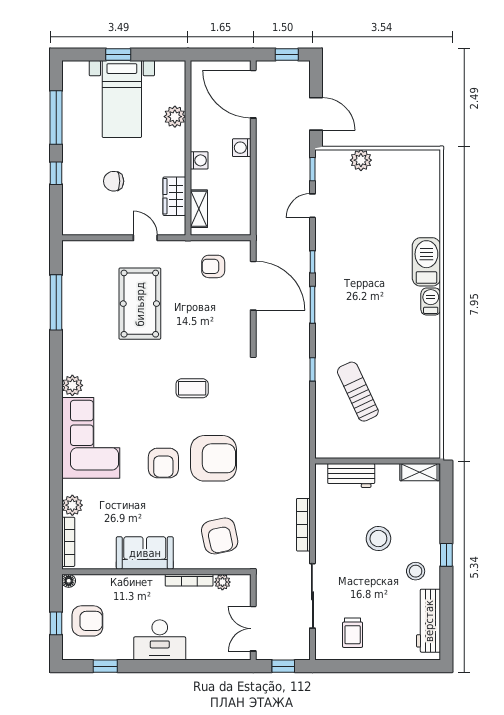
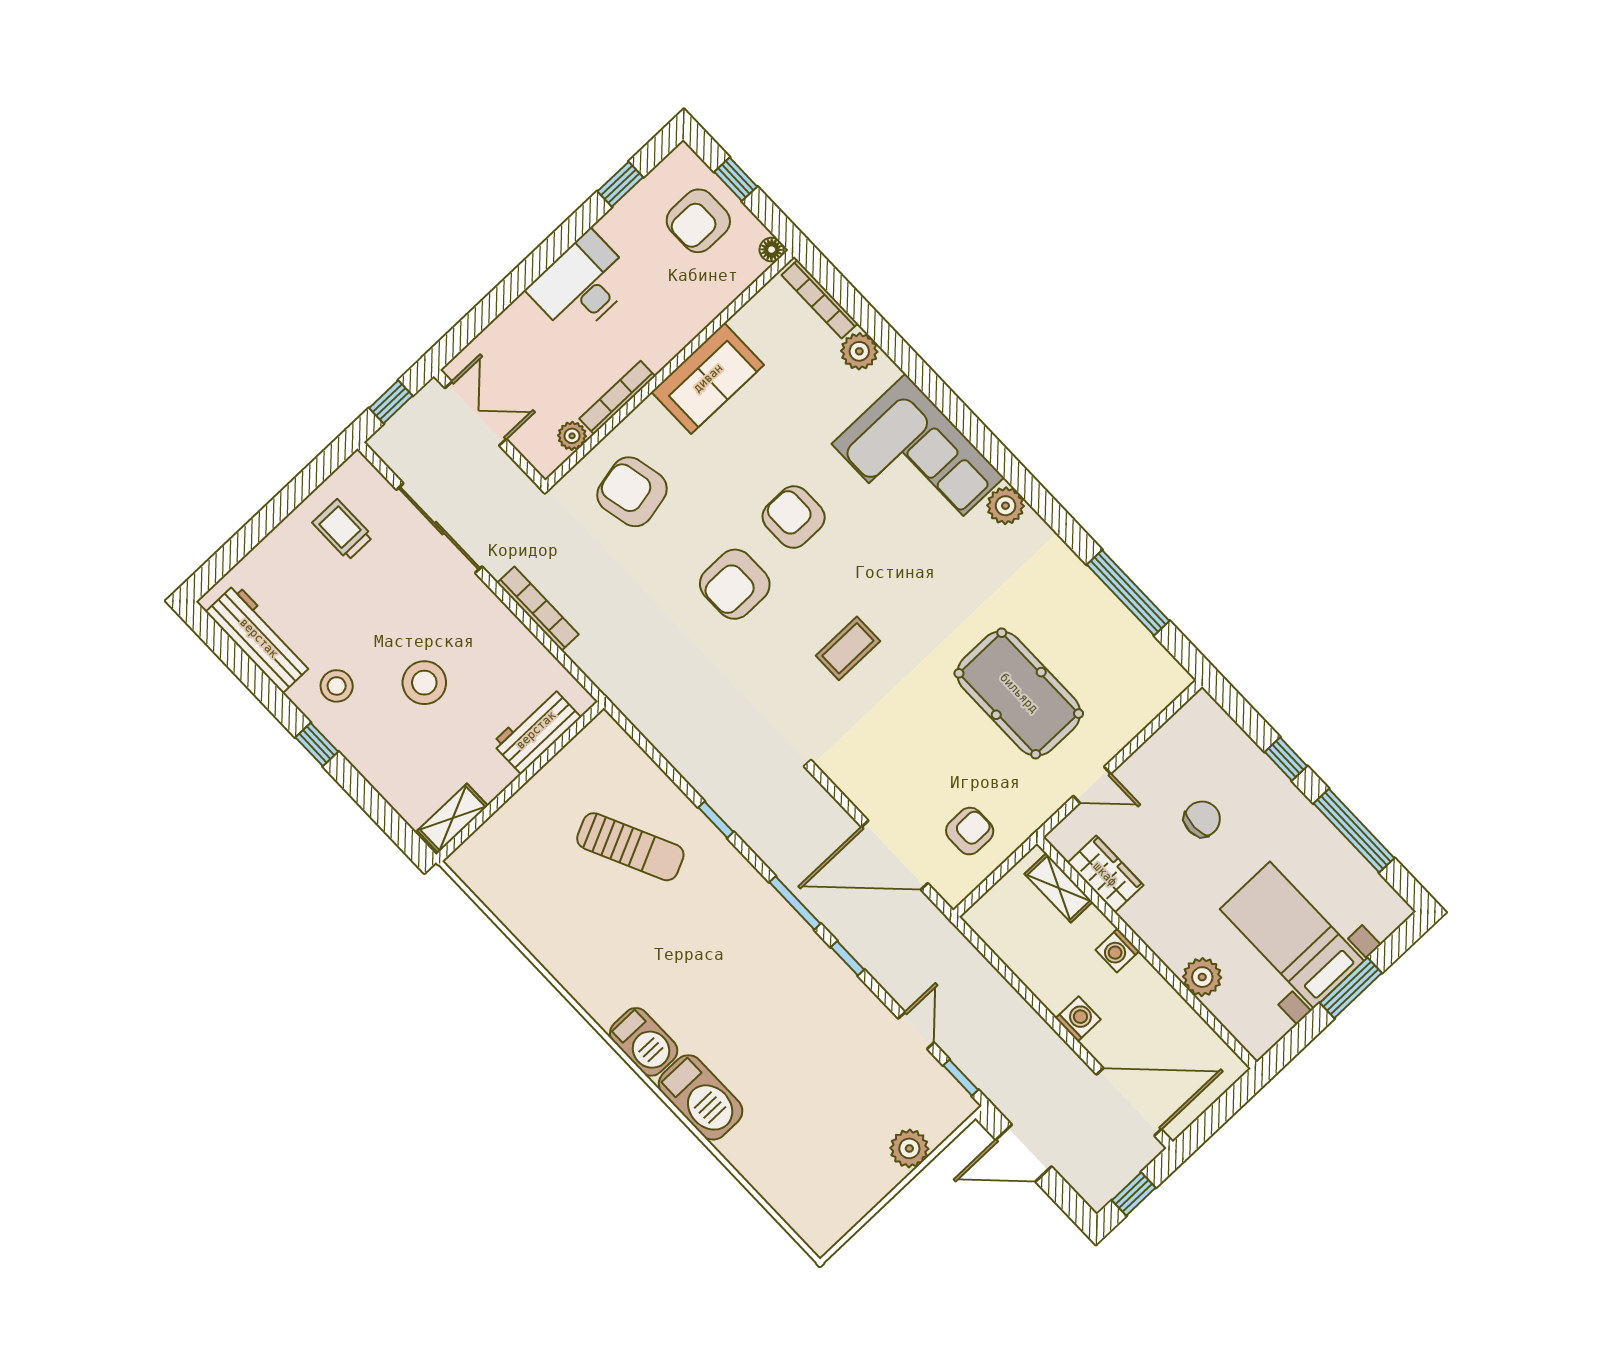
window: (118, 55) -> (1351, 988), width x1.50
barbecue: (431, 302) -> (644, 1042), width x1.38, depth x1.27
armchair: (213, 458) -> (735, 584), width x0.73, depth x0.73

